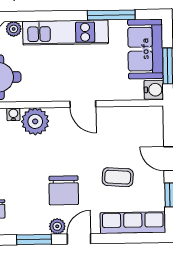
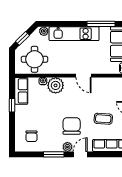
chair: (64, 190) -> (72, 126), turned 180

